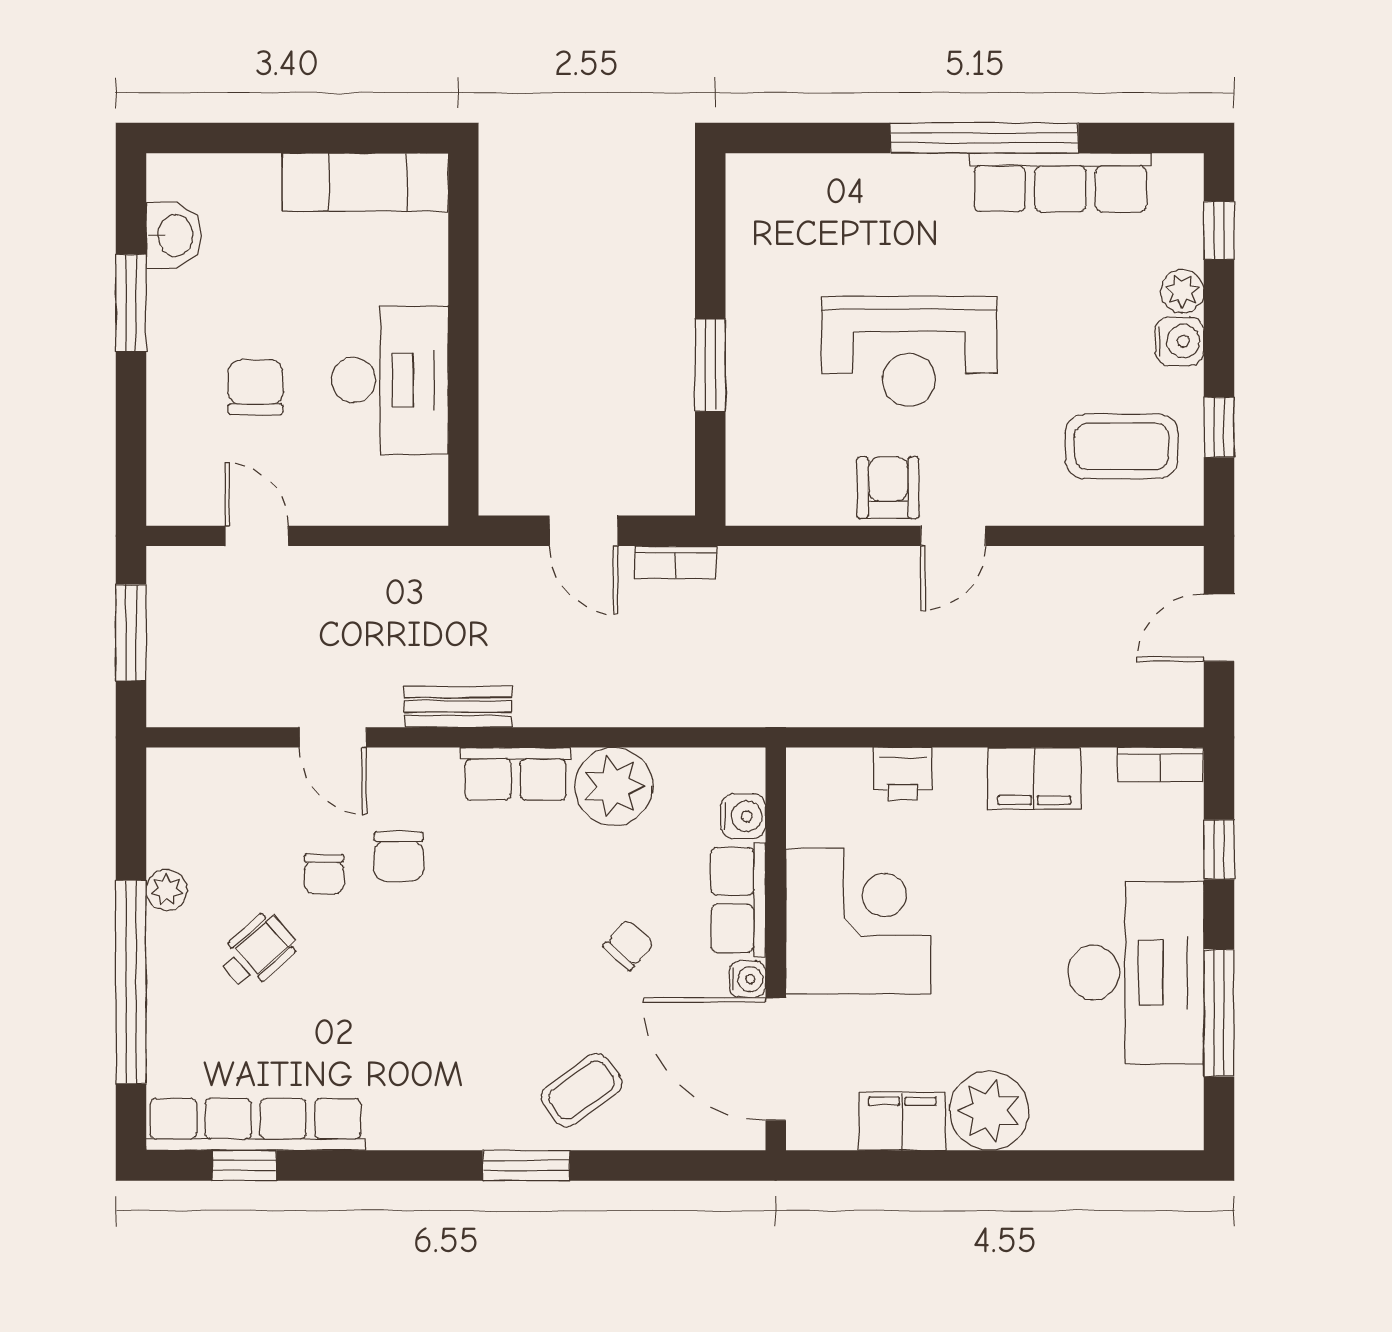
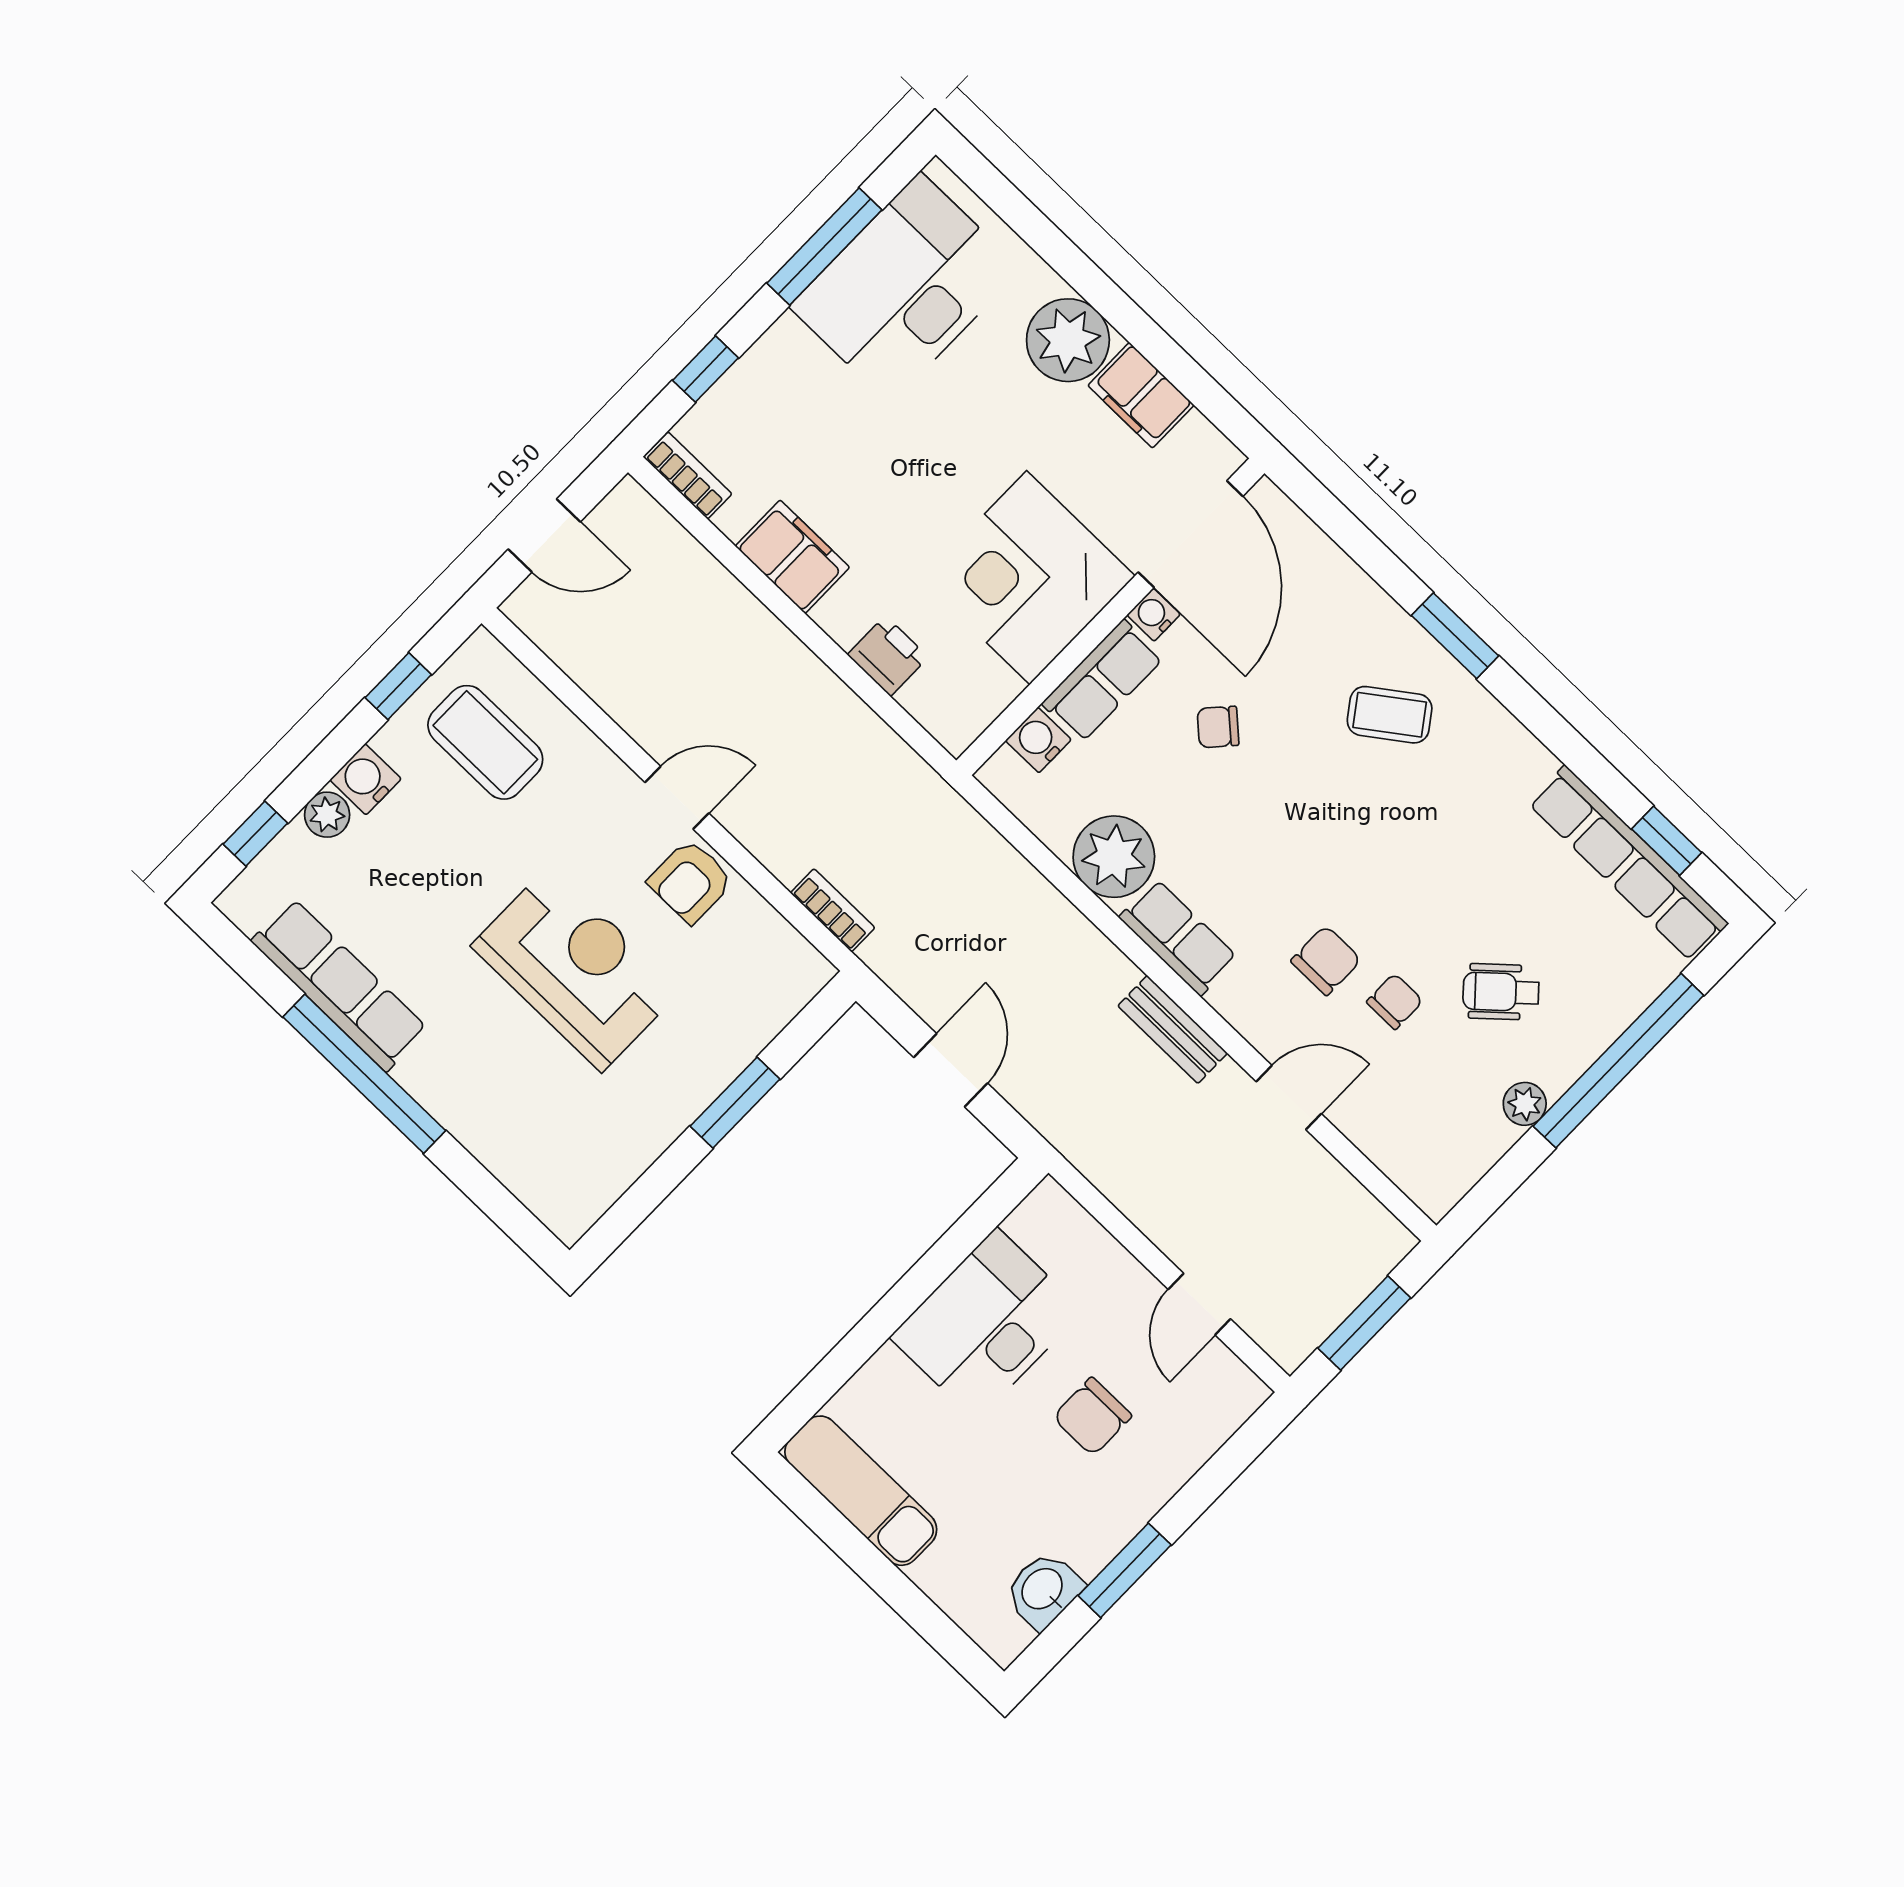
bookcase: (676, 562) -> (833, 910), moved
door: (333, 737) -> (1289, 1098), hinge flipped
desk: (1136, 973) -> (905, 288), moved
coffee table: (582, 1090) -> (1390, 715), moved

